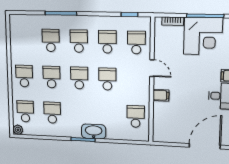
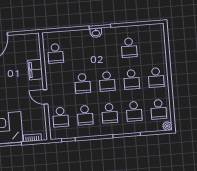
filing cabinet: (161, 95) -> (35, 70), width x2.00
school desk: (25, 111) -> (159, 109), moved
plant: (18, 130) -> (167, 126), moved
washbasin: (94, 131) -> (96, 33), width x0.52, depth x0.69

